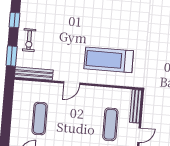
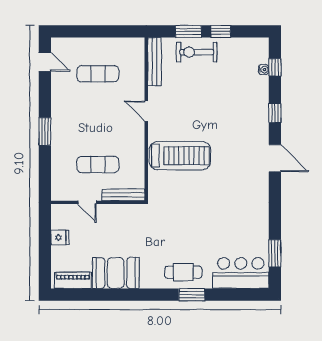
exercise bike: (29, 40) -> (197, 52), width x1.38, depth x1.39
window: (12, 56) -> (188, 31), moved
treadmill: (109, 60) -> (180, 156), turned 90

